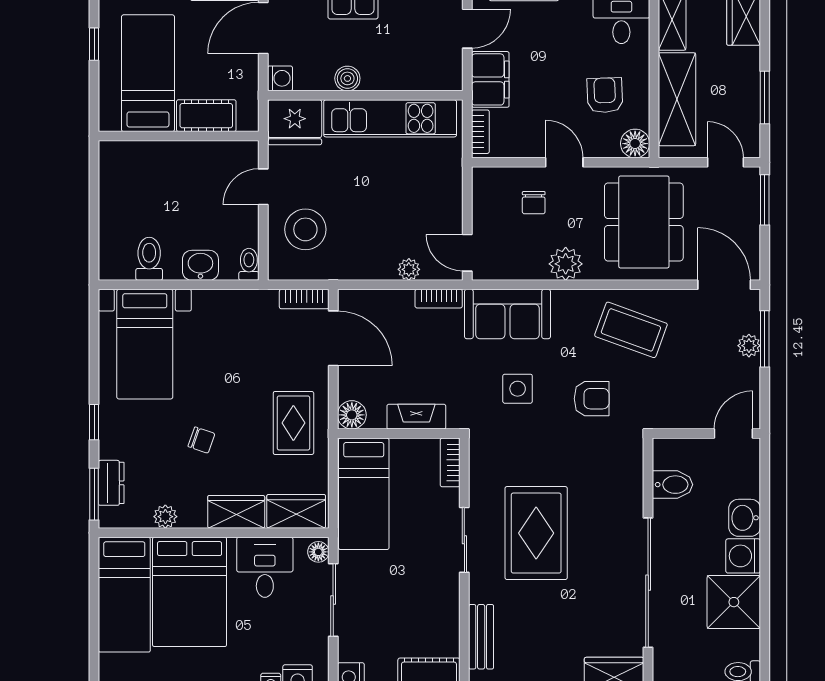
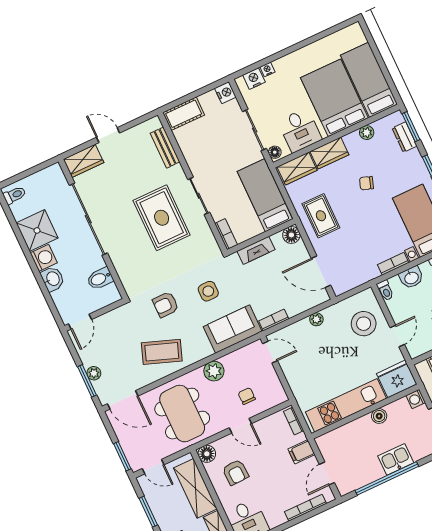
filing cabinet: (490, 79) -> (301, 452), width x0.50
plant: (409, 269) -> (316, 319), moved
bookcase: (304, 299) -> (393, 264), moved

